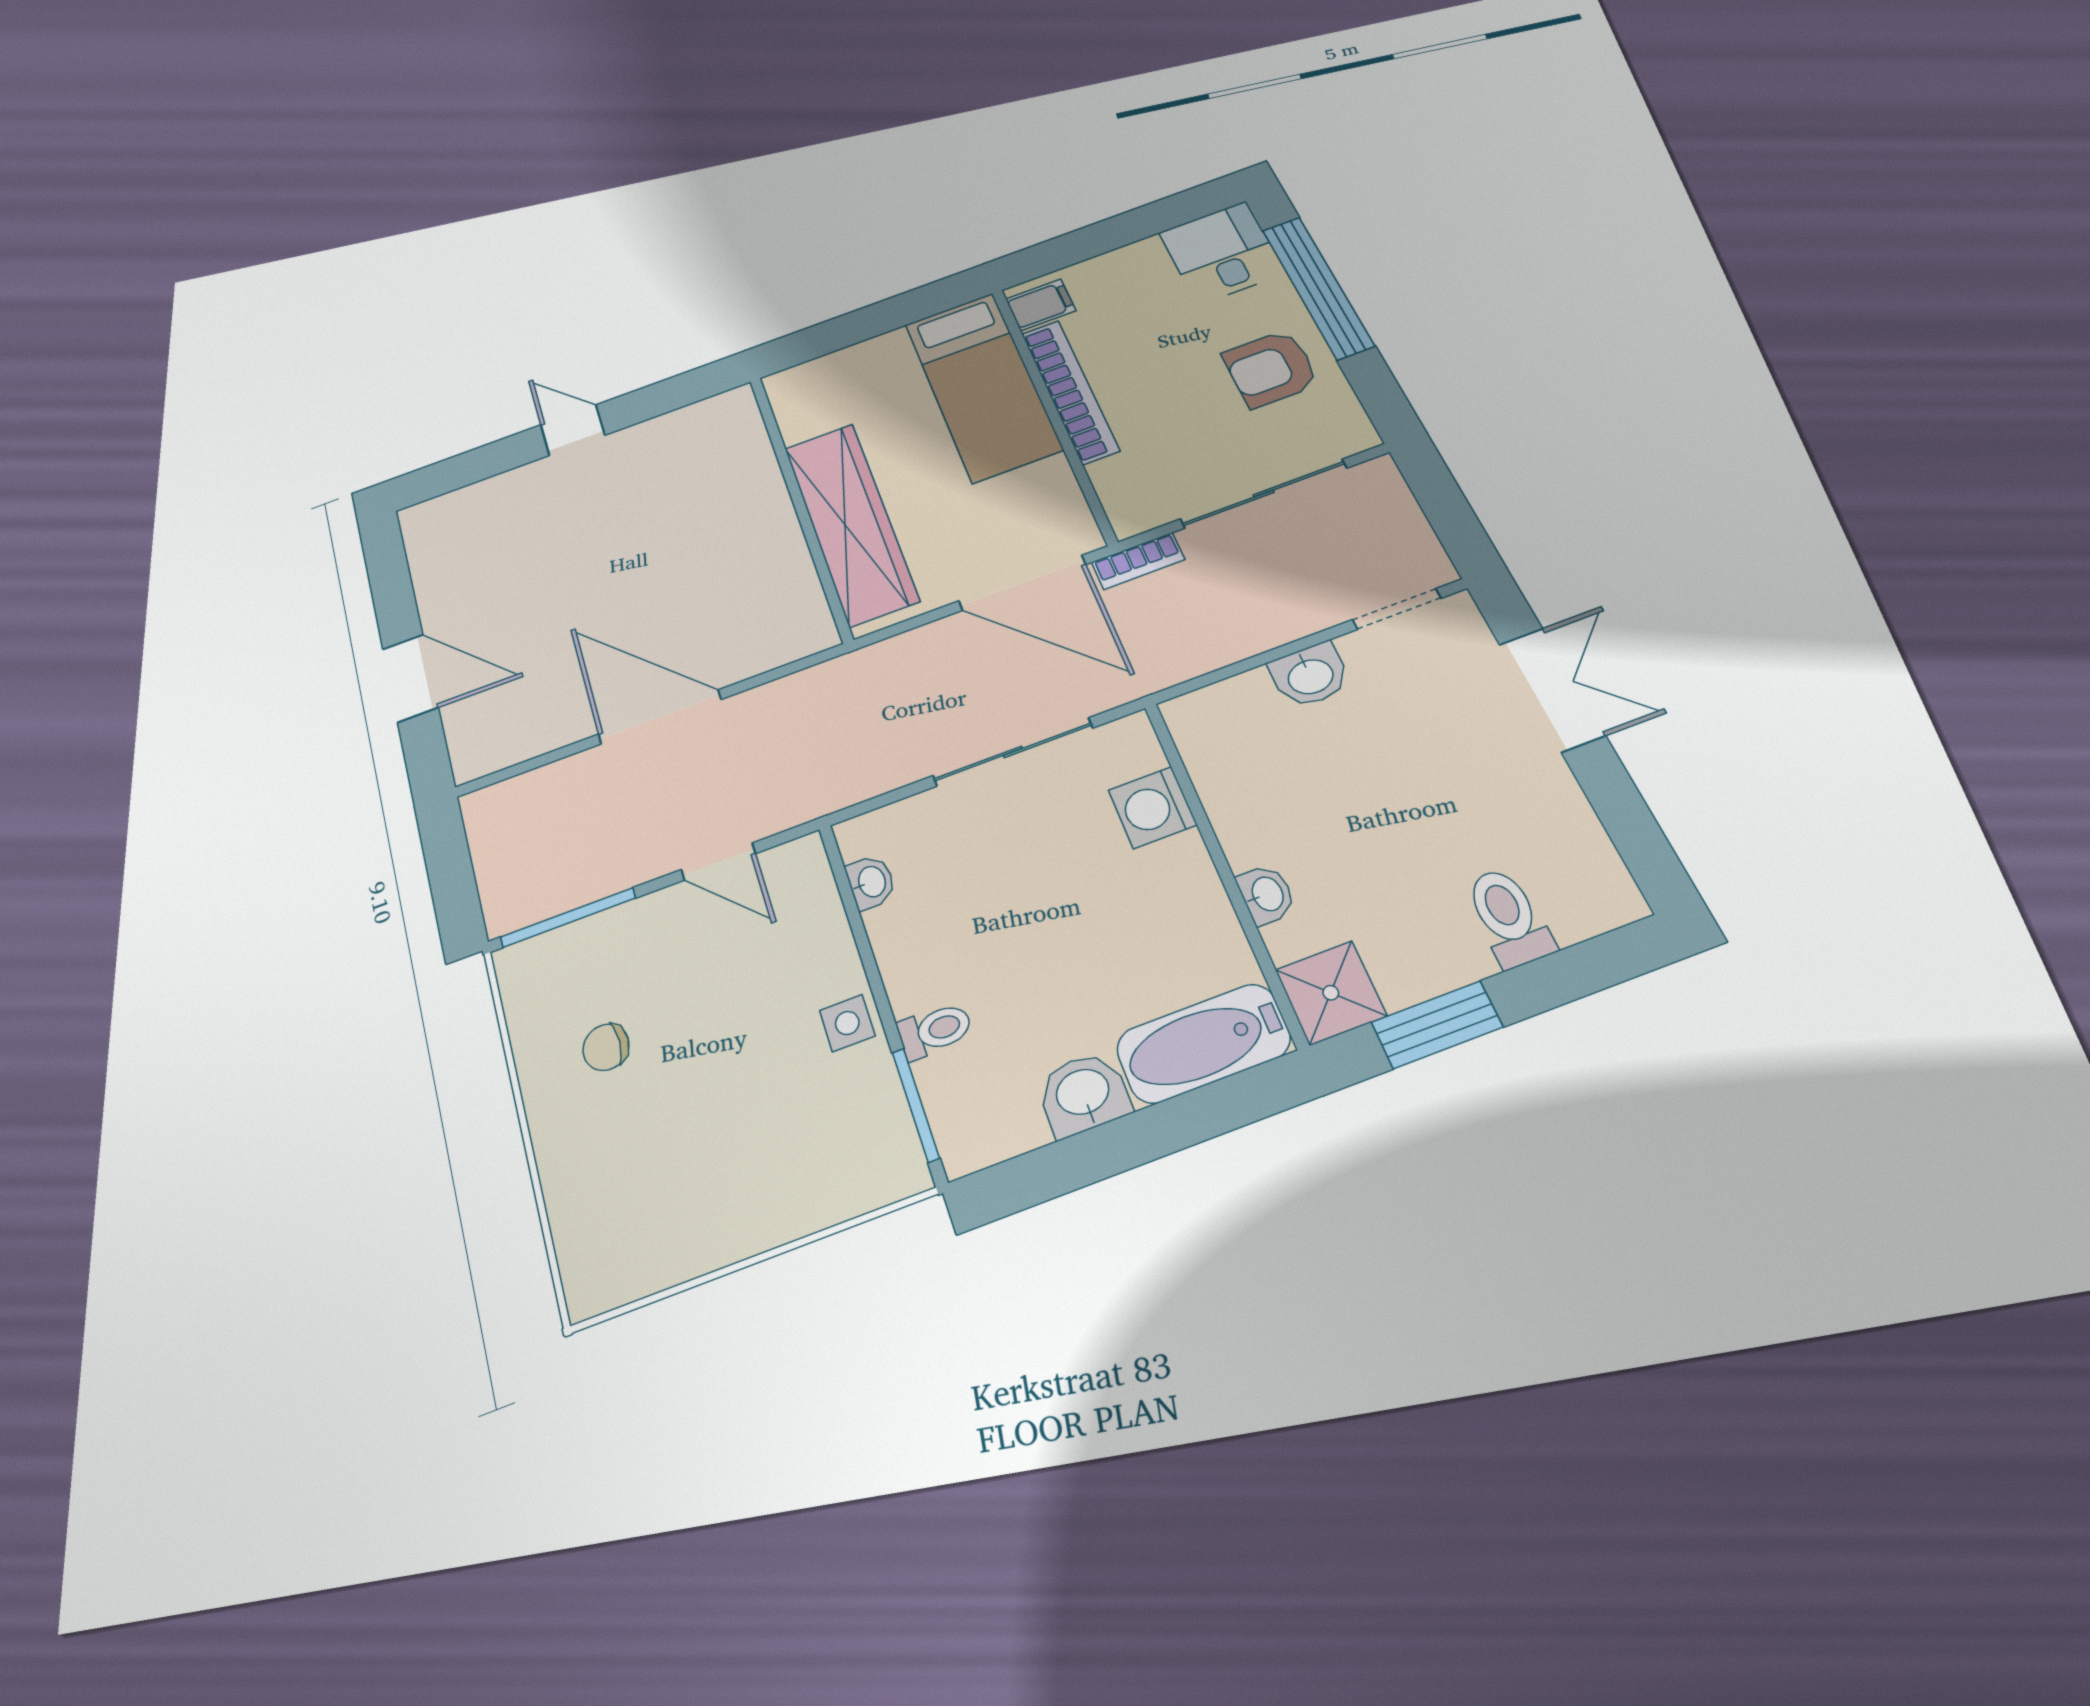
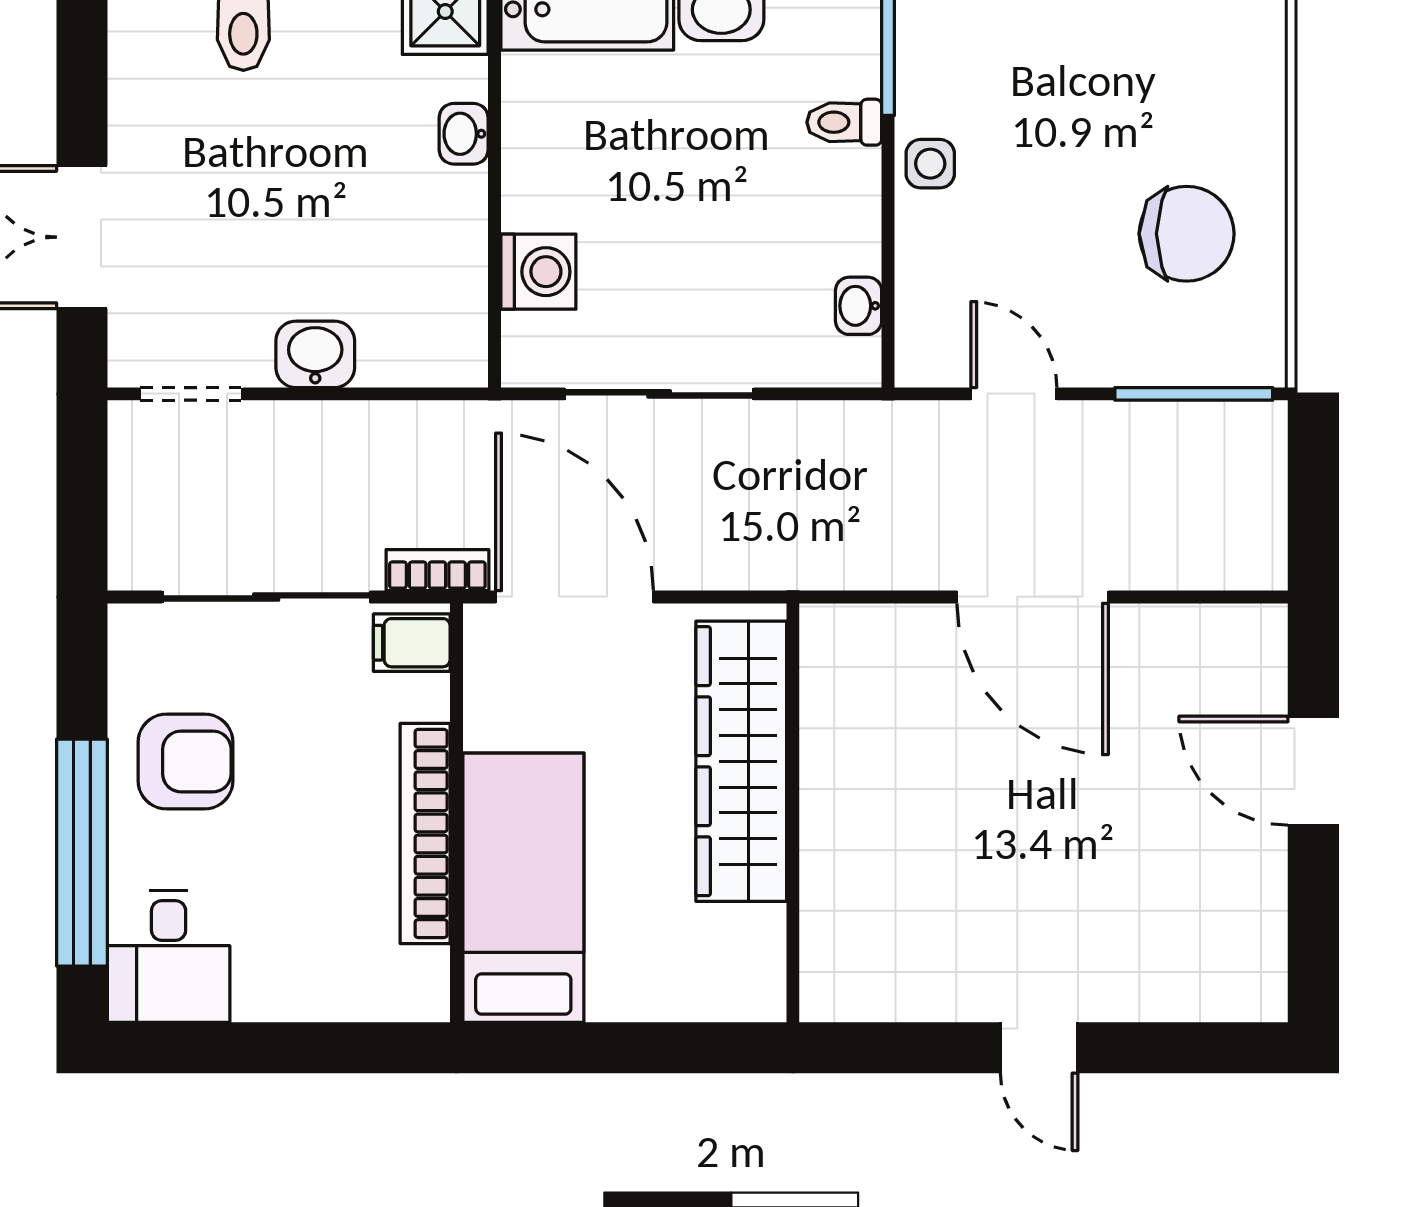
filing cabinet: (1041, 305) -> (412, 643), moved
chair: (606, 1047) -> (1187, 234), width x1.87, depth x1.87

